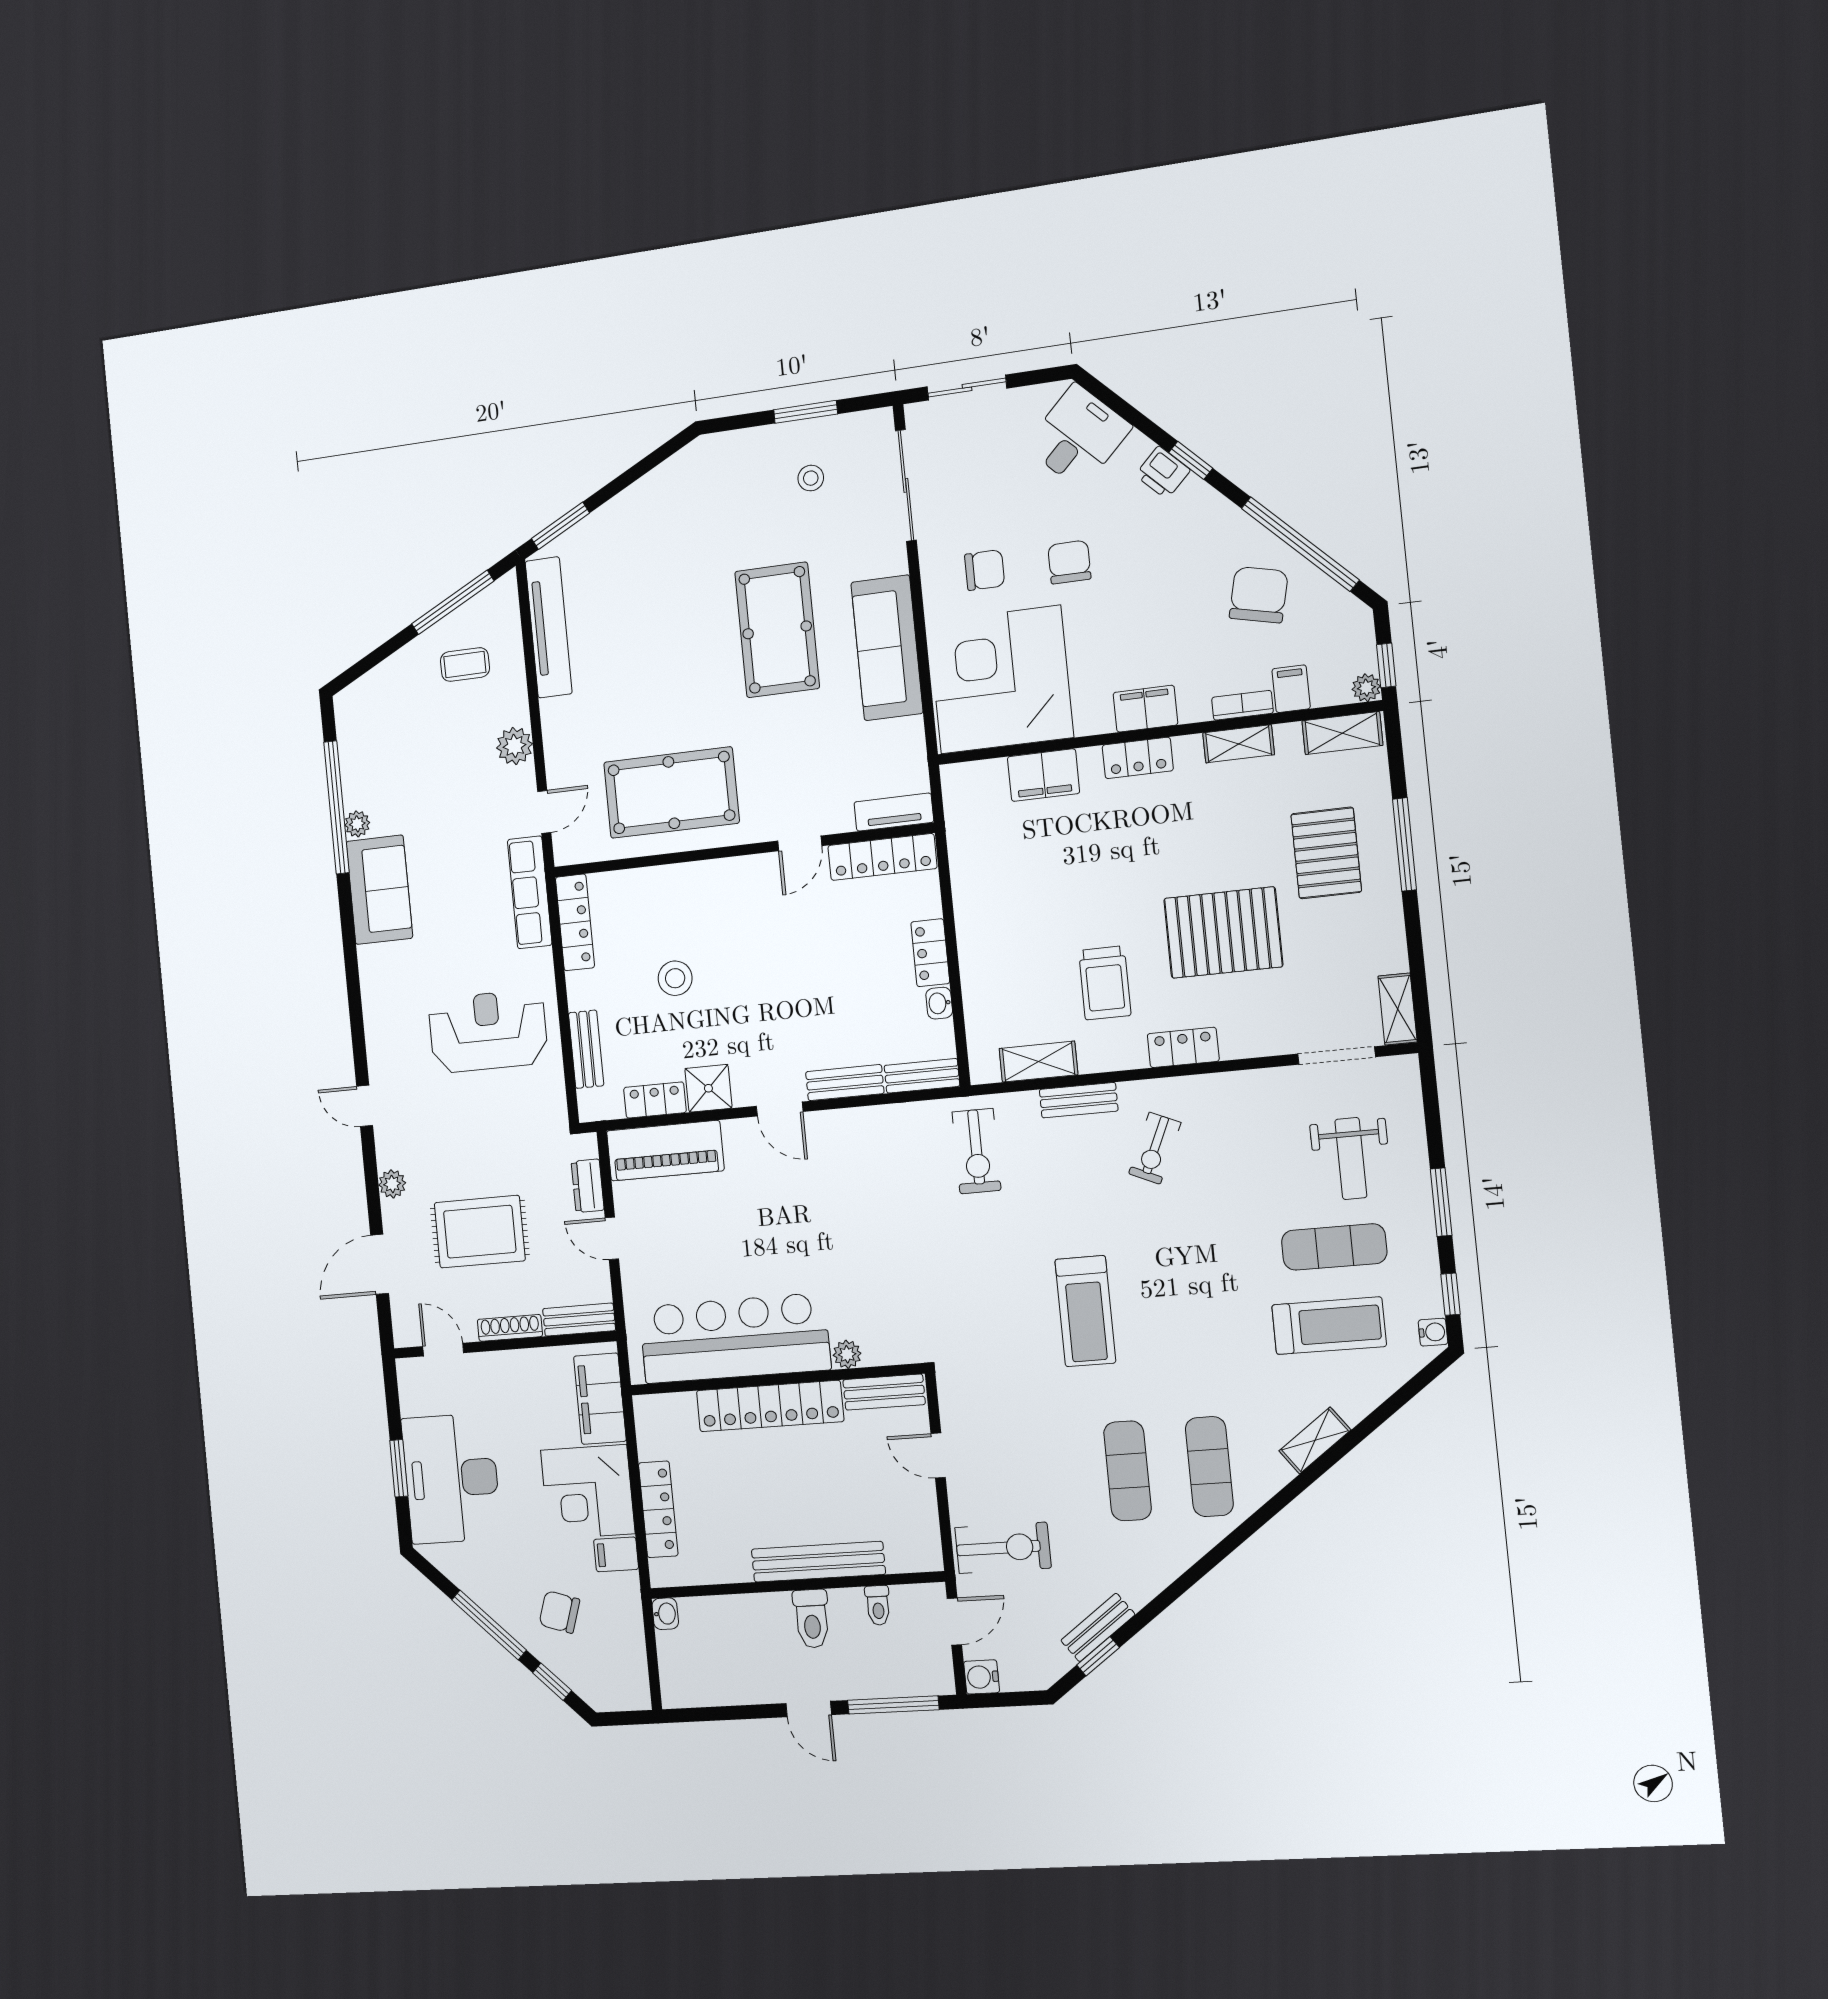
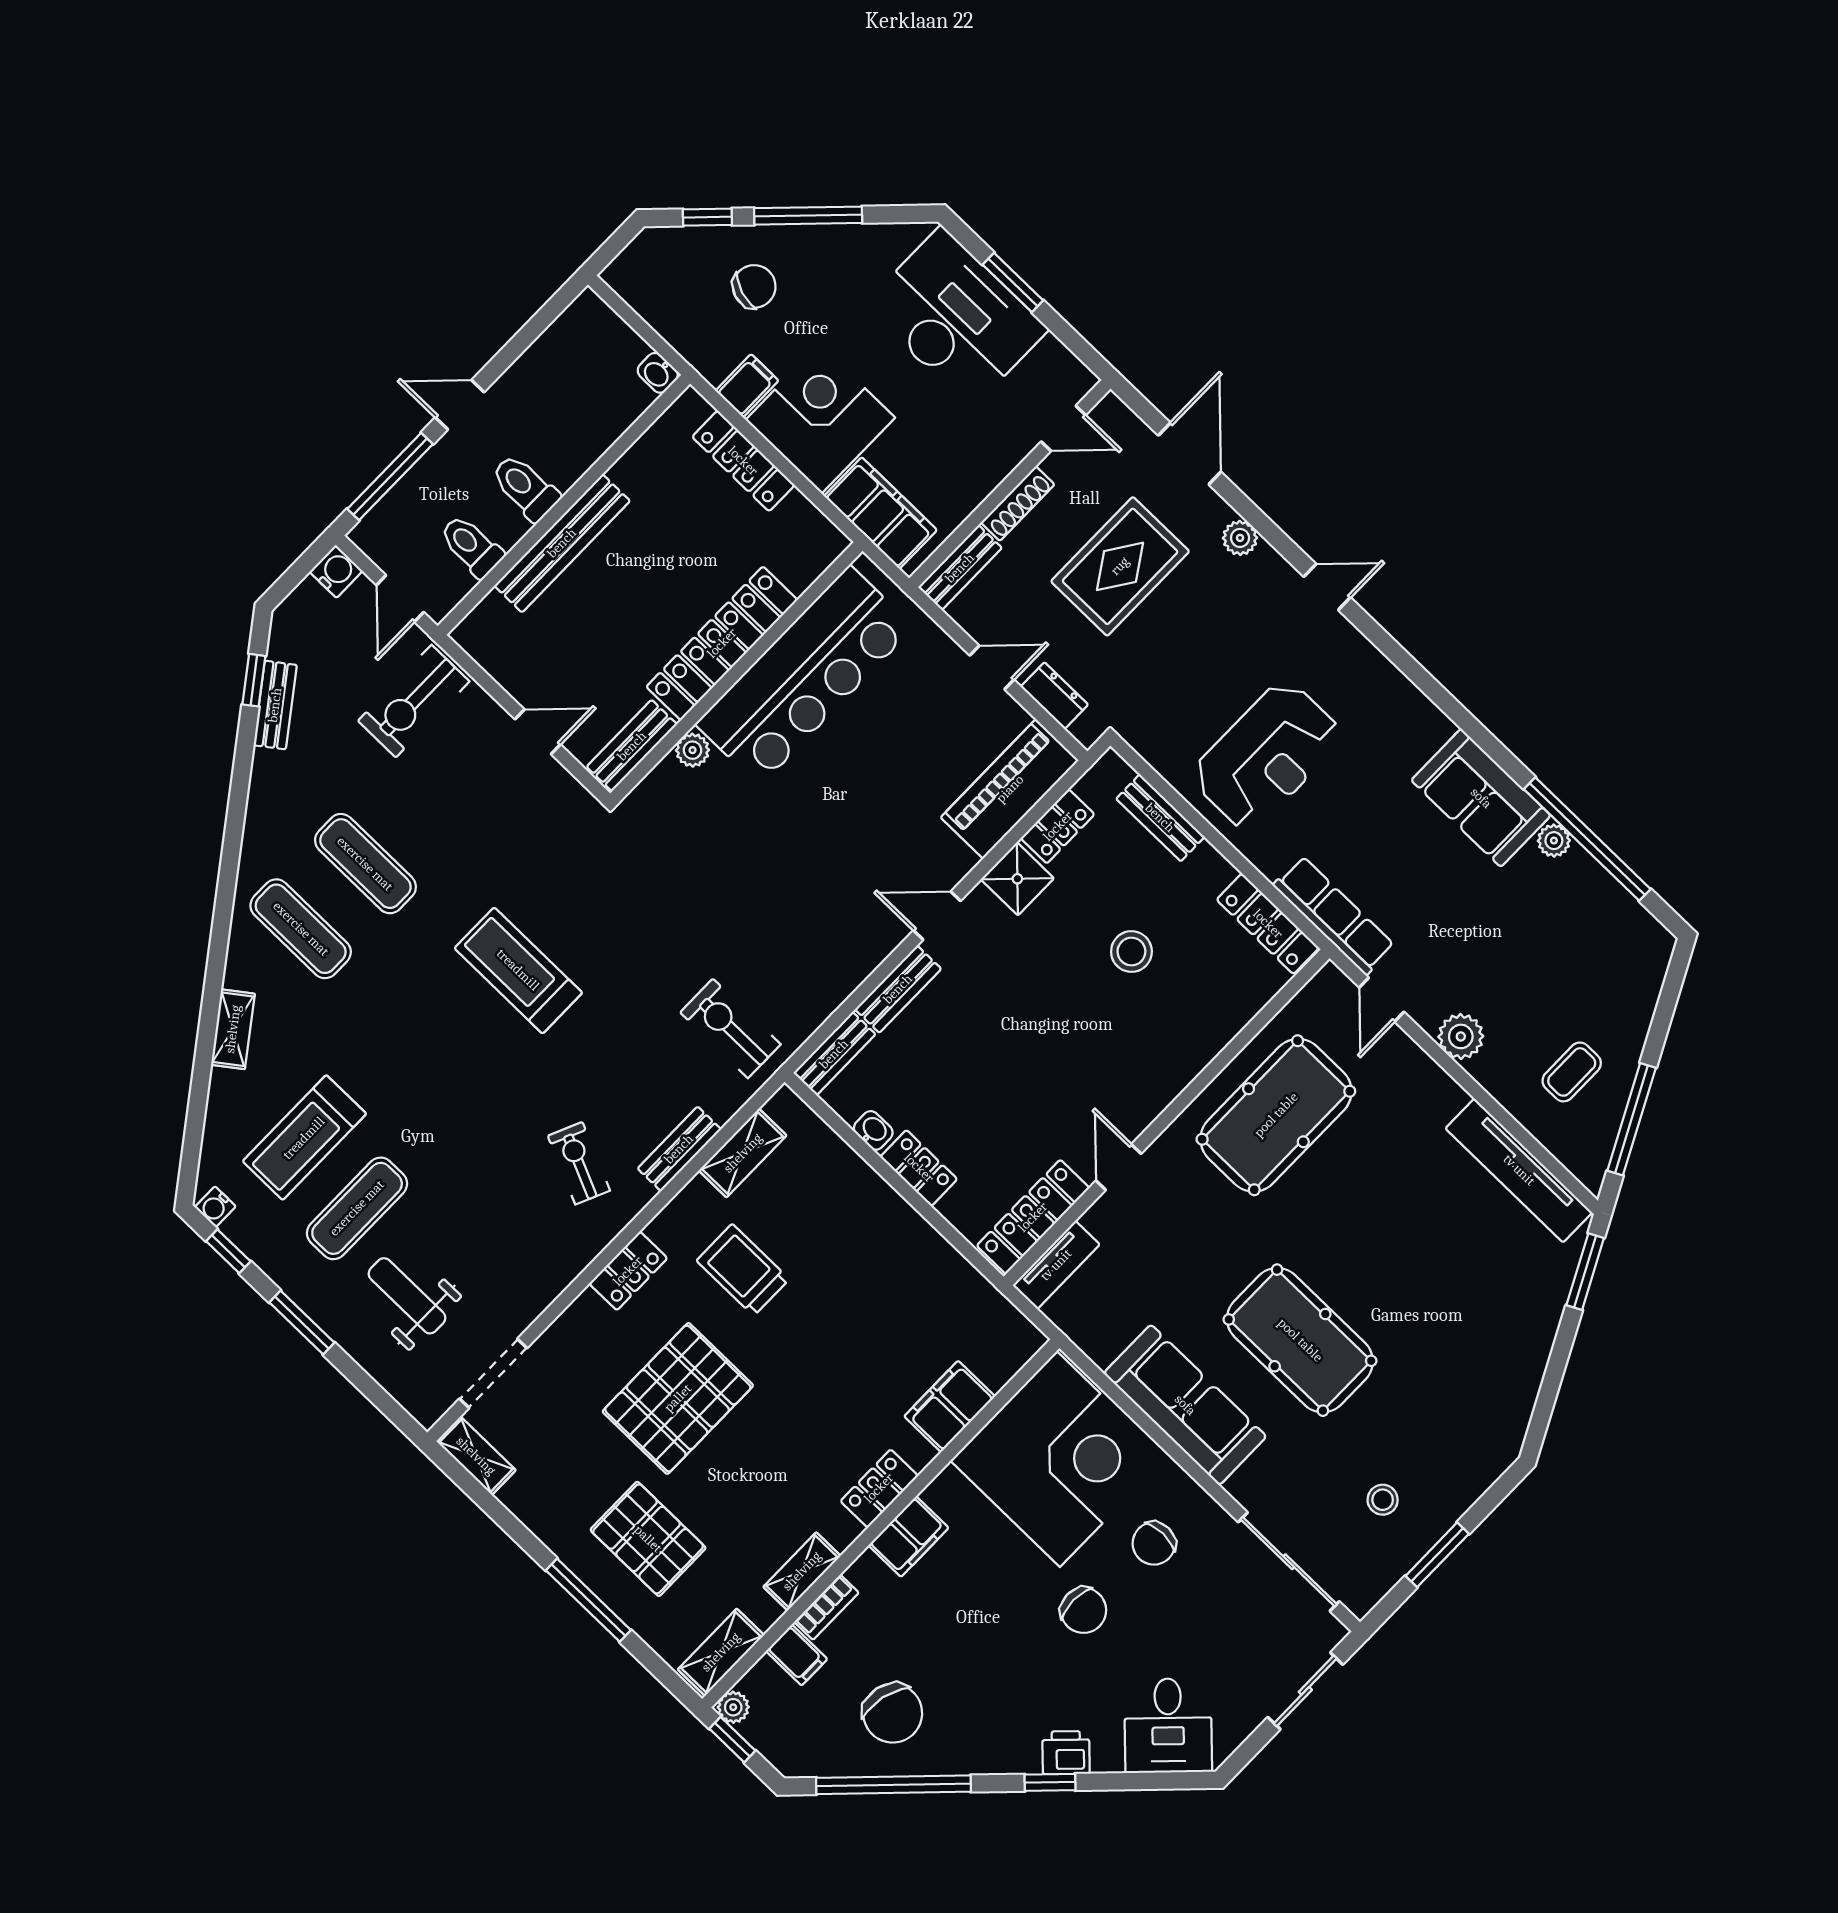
toilet: (878, 1605) -> (471, 546), width x1.37, depth x1.39

